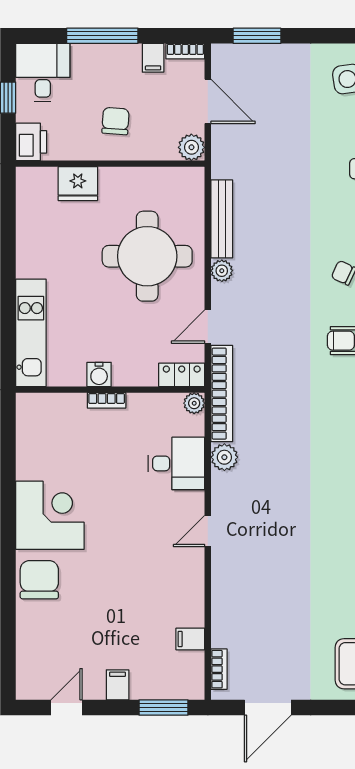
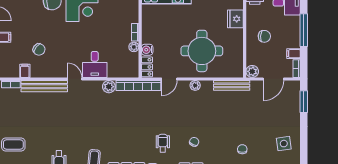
bench: (222, 219) -> (232, 85), moved
door: (208, 327) -> (169, 79), swing flipped
water cooler: (99, 374) -> (147, 50), moved
plant: (194, 403) -> (134, 47), moved
desk: (176, 463) -> (95, 64), moved
bench: (223, 597) -> (44, 86), added
chair: (144, 608) -> (39, 49), added

